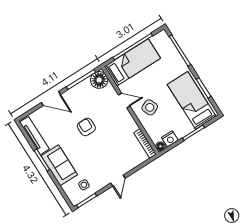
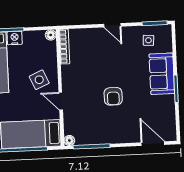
floor lamp: (99, 80) -> (69, 140), width x0.53, depth x0.53
door: (51, 99) -> (153, 144), moved
tv unit: (34, 136) -> (170, 117), removed
nightstand: (170, 139) -> (15, 38), moved
door: (118, 181) -> (112, 25), swing flipped

